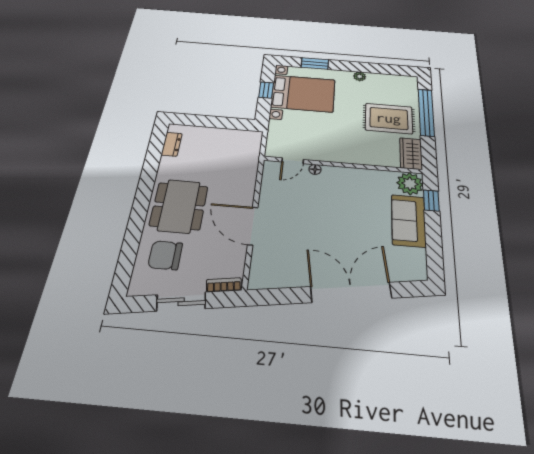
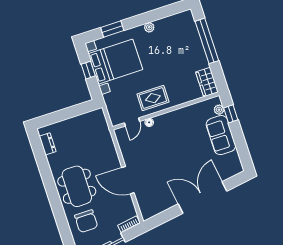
rug: (389, 118) -> (153, 98), moved, width x0.73, depth x0.70
plant: (410, 184) -> (219, 110), width x0.53, depth x0.53
chair: (165, 255) -> (86, 221), turned -90

